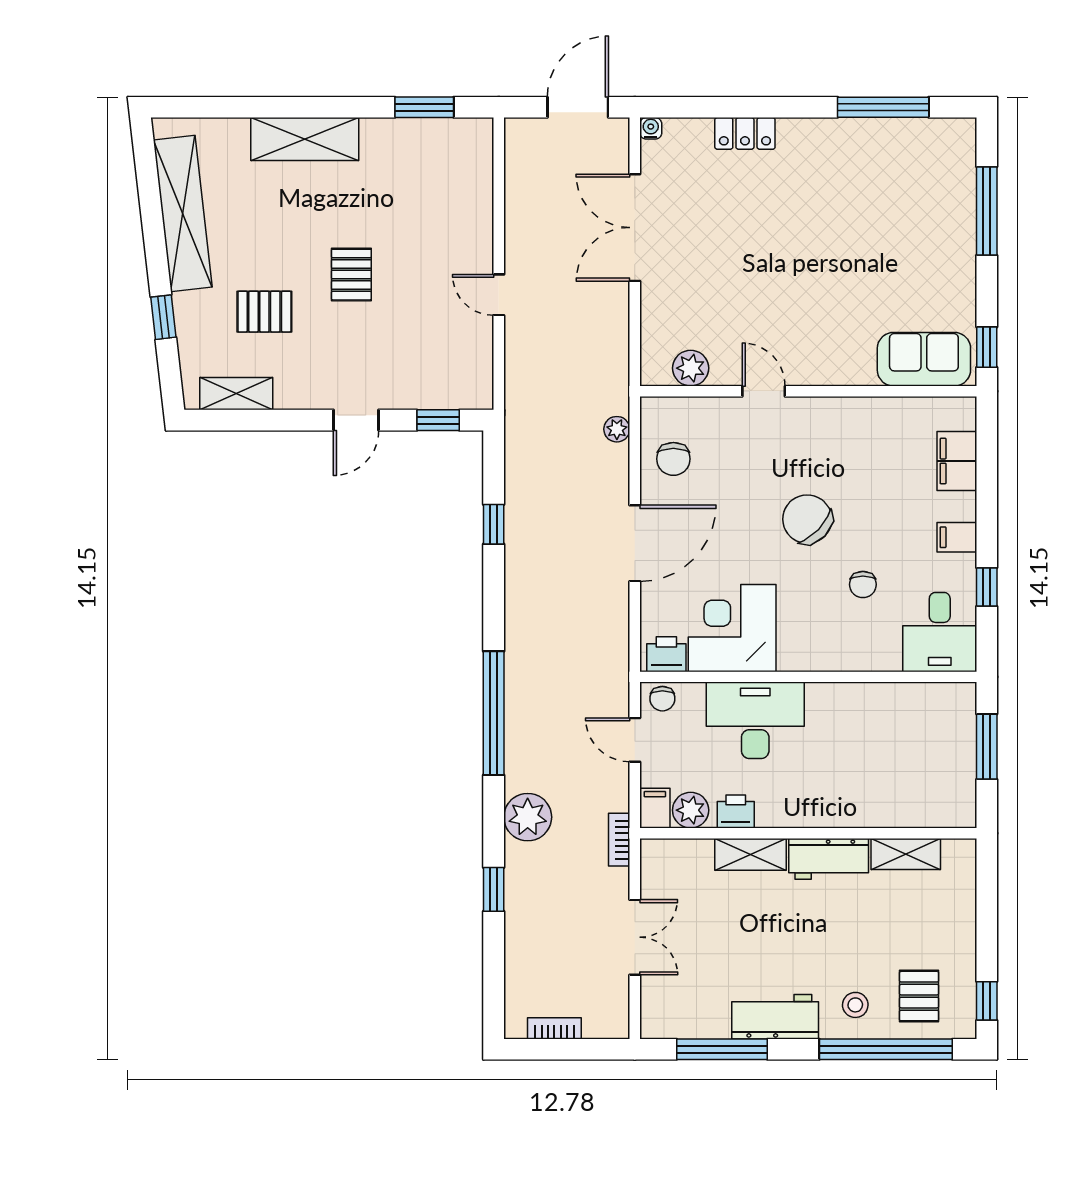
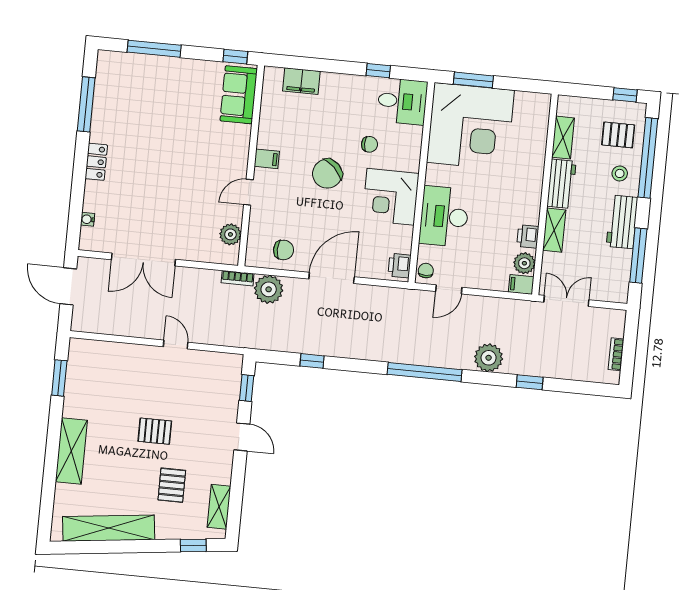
water cooler: (651, 128) -> (88, 219), moved
locker: (745, 133) -> (96, 162), moved
door: (499, 295) -> (176, 345), swing flipped
window: (163, 317) -> (193, 545), moved
plant: (617, 429) -> (269, 289), width x1.88, depth x1.88
filing cabinet: (957, 537) -> (267, 159), moved, turned -90
door: (635, 543) -> (332, 278), hinge flipped
corner desk: (732, 628) -> (391, 197), moved
chair: (662, 699) -> (426, 271), turned -90
corner desk: (909, 749) -> (470, 126), added
filing cabinet: (655, 808) -> (521, 284), moved
plant: (691, 810) -> (524, 263), moved
printer: (736, 811) -> (528, 236), moved
wall: (808, 833) -> (545, 194), moved
bookcase: (619, 840) -> (238, 278), moved
shelving: (750, 854) -> (554, 230), moved
shelving: (906, 854) -> (563, 138), moved
workbench: (829, 859) -> (562, 184), moved

